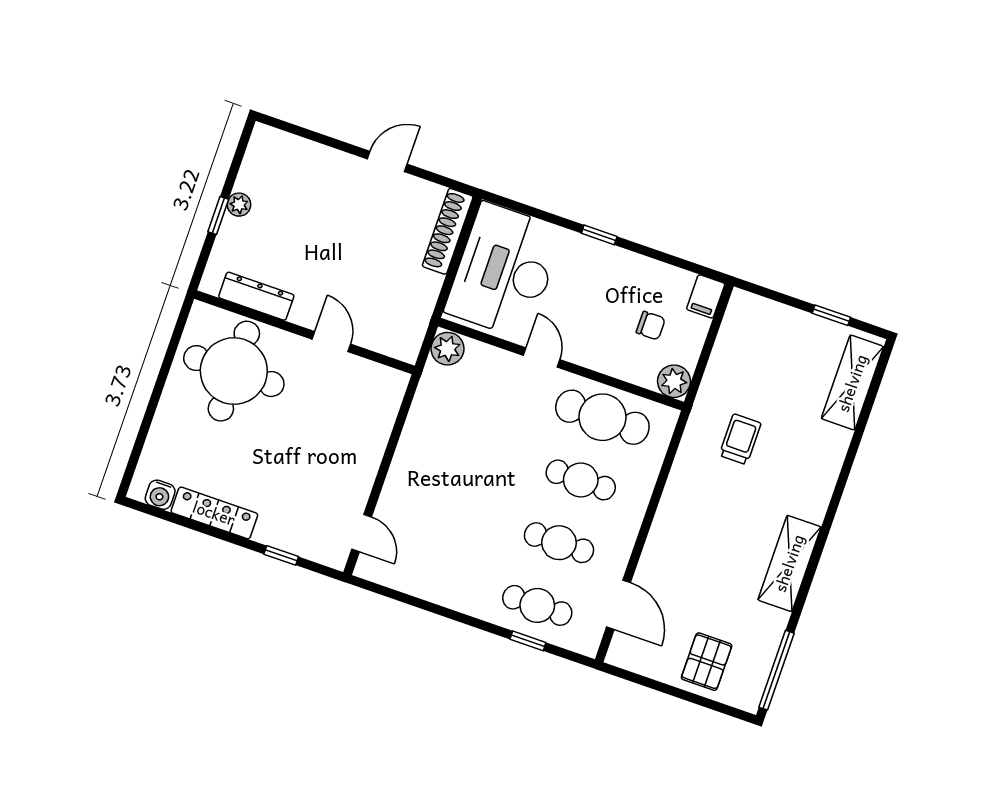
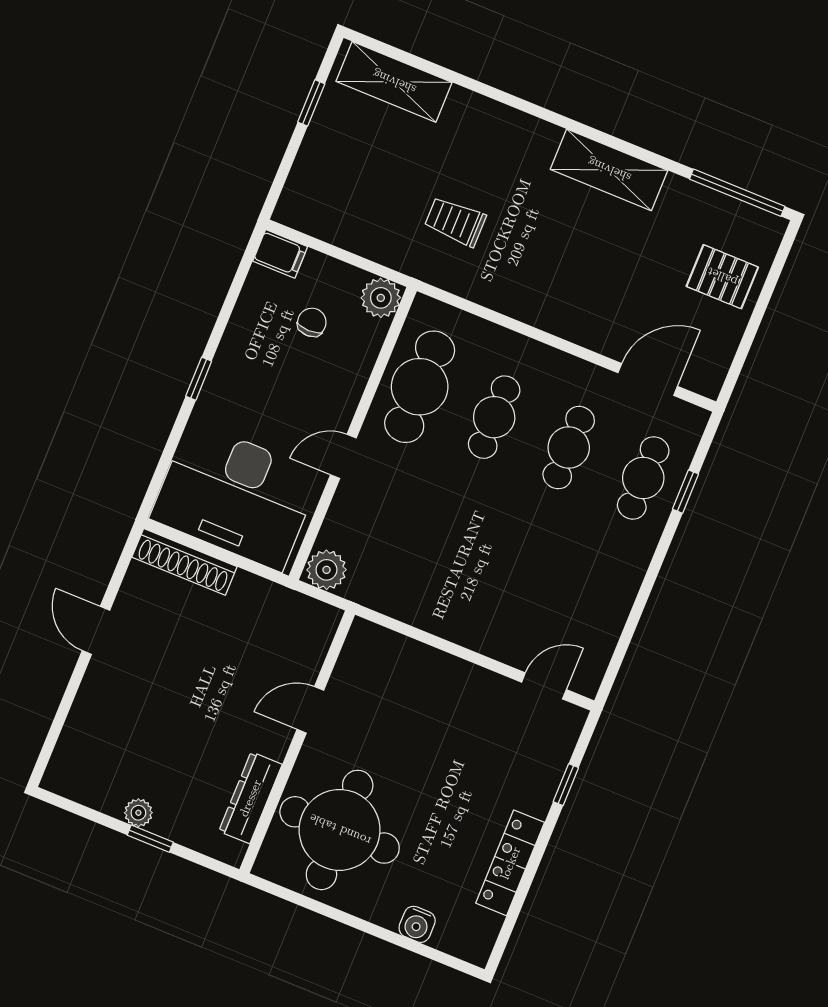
water cooler: (160, 495) -> (417, 924), moved, turned 90

